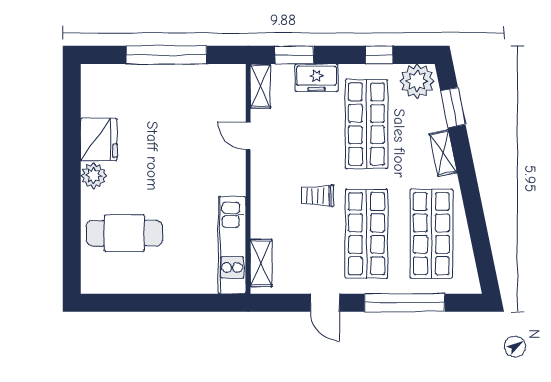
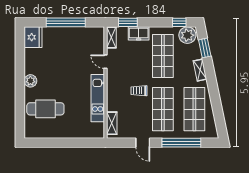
window: (379, 55) -> (179, 22), moved
fridge: (99, 139) -> (33, 37), moved
kitchen unit: (232, 245) -> (98, 98), moved

